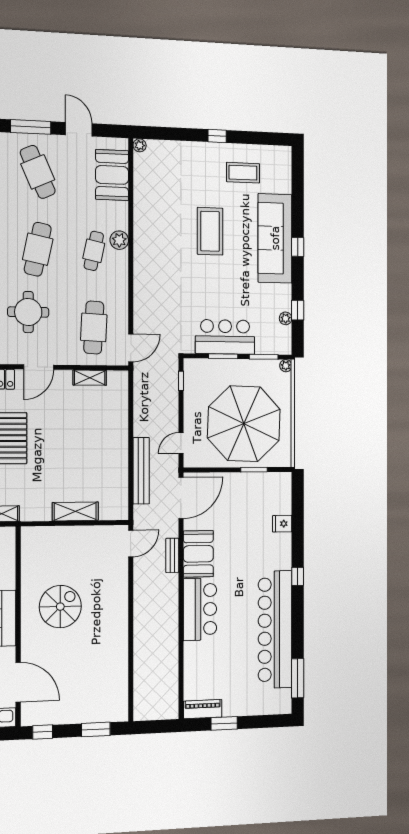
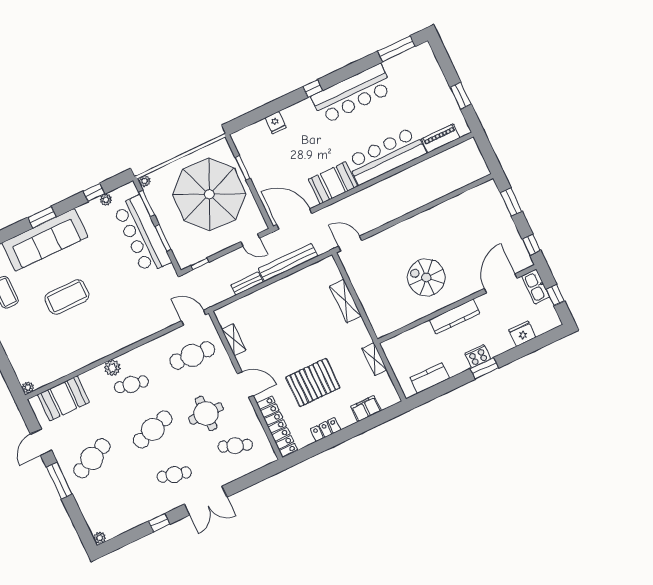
window: (298, 247) -> (42, 217), width x1.50
cafe table: (38, 249) -> (153, 429), turned -30
bar counter: (225, 337) -> (142, 235), width x1.36
bench: (172, 555) -> (247, 284), moved
bar counter: (200, 609) -> (386, 156), width x1.36
bar counter: (275, 629) -> (352, 94), width x0.73
piano: (203, 709) -> (441, 138), moved, turned 90

